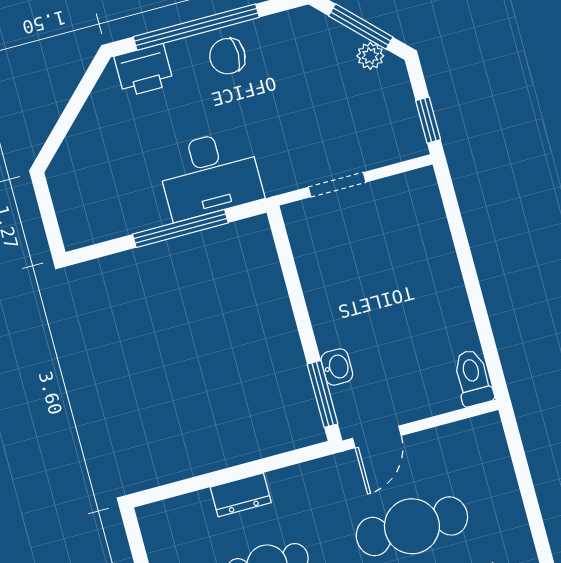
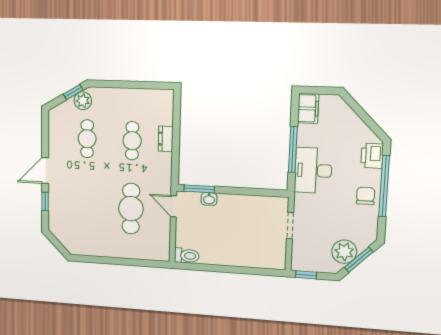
plant: (370, 56) -> (344, 252), width x1.88, depth x1.88
filing cabinet: (90, 224) -> (308, 108), added

